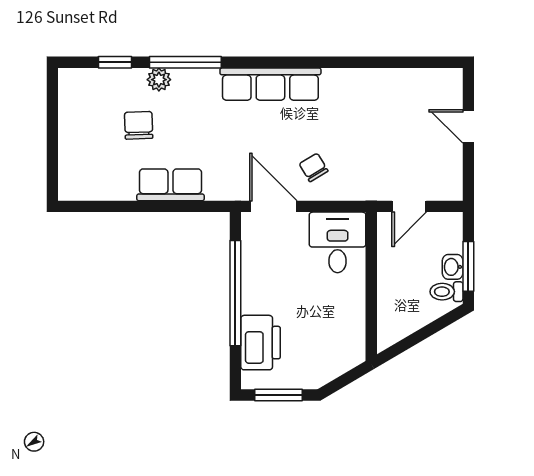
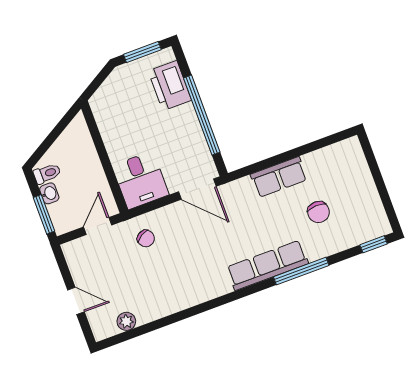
window: (115, 62) -> (374, 244), moved
plant: (159, 80) -> (126, 321), moved
row of seats: (270, 84) -> (267, 265), moved
chair: (314, 167) -> (146, 238), moved
window: (468, 266) -> (44, 214), moved

